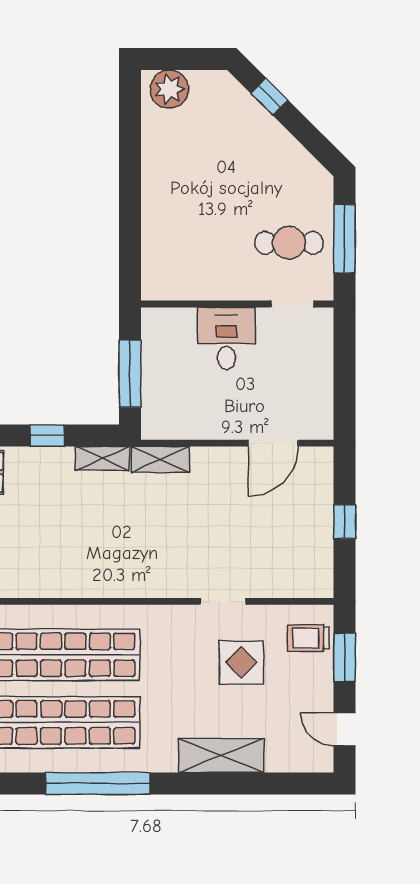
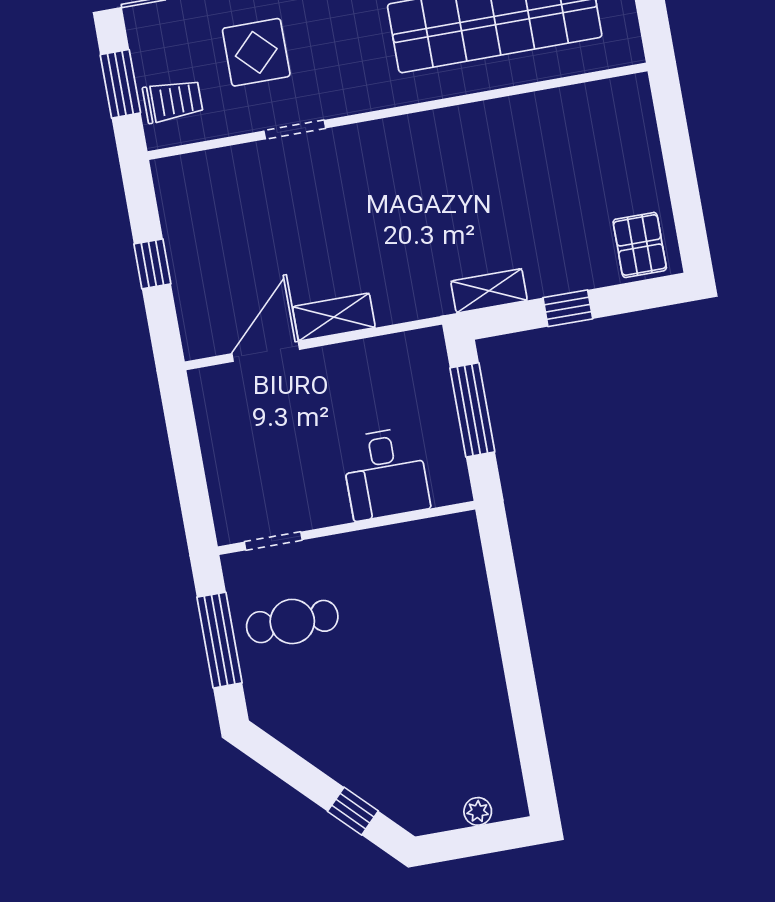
plant: (169, 89) -> (478, 811), width x0.53, depth x0.53
desk: (227, 339) -> (385, 474), moved
shelving: (160, 459) -> (334, 317), moved

